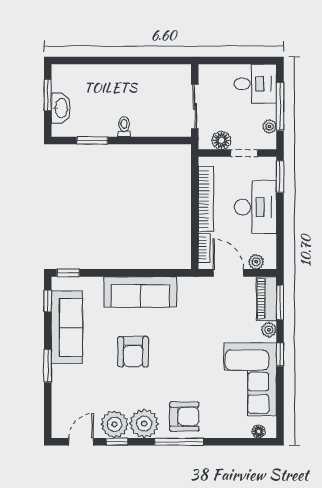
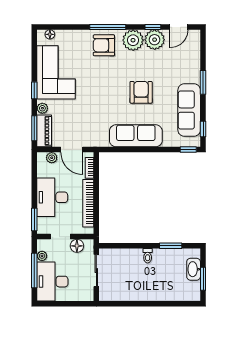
desk: (255, 84) -> (52, 282), width x1.37

